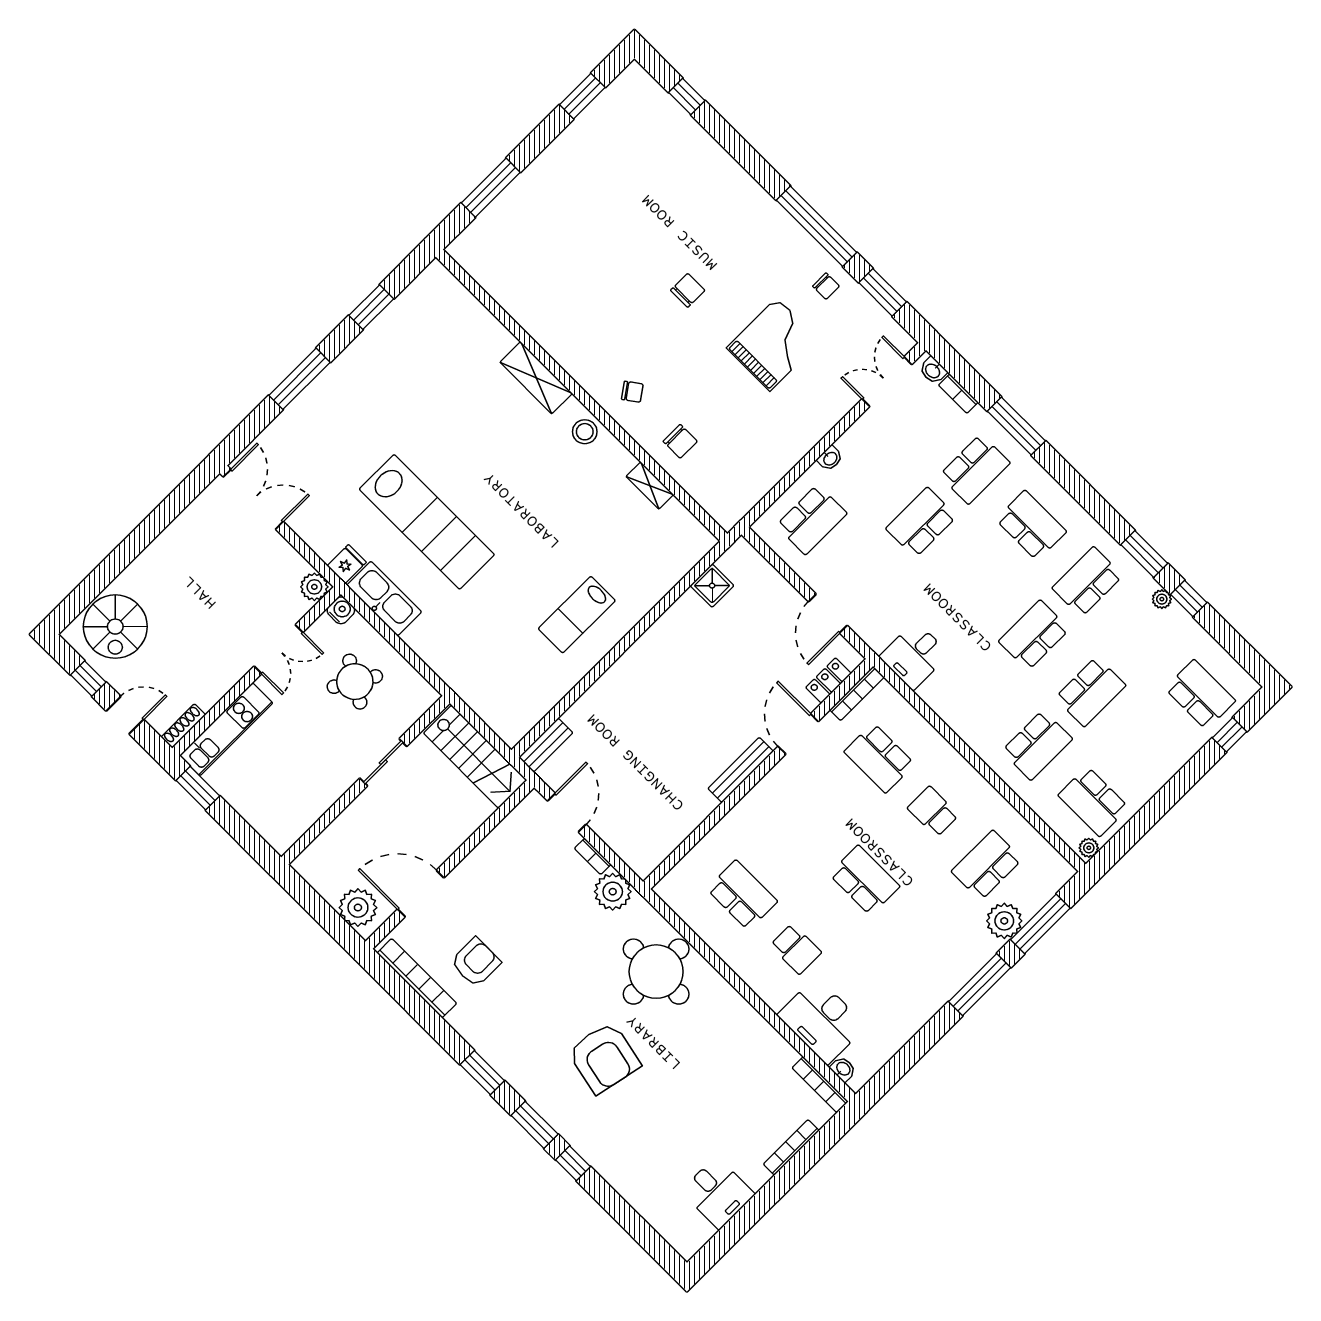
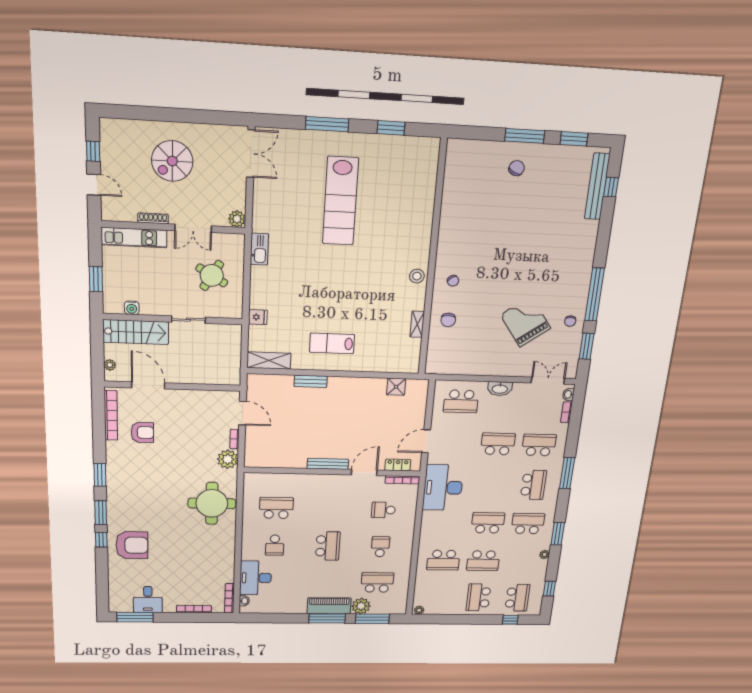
bench: (670, 113) -> (597, 186), added
window: (491, 188) -> (525, 136), moved
chair: (688, 290) -> (517, 168), moved, turned -66
grand piano: (773, 344) -> (525, 321), turned -126
shelving: (536, 378) -> (269, 361), moved, turned 90
window: (1016, 426) -> (567, 473), moved
washbasin: (830, 458) -> (500, 389), width x1.91, depth x1.45
school desk: (975, 469) -> (539, 445), turned 180
lab bench: (427, 522) -> (340, 201), moved
fridge: (347, 564) -> (258, 317), moved
kitchen sink: (384, 599) -> (259, 249), width x0.73, depth x0.81
window: (1189, 599) -> (549, 589), moved
water cooler: (341, 610) -> (132, 308), moved, turned 90
spiral stairs: (115, 627) -> (172, 161), moved
desk: (914, 655) -> (443, 488), width x1.87, depth x1.30
shoe rack: (183, 726) -> (153, 218), moved
bench: (546, 745) -> (311, 381), moved
stairs: (475, 757) -> (136, 332), moved, turned -90
school desk: (879, 758) -> (383, 510), width x0.54
window: (198, 788) -> (96, 279), moved
school desk: (1093, 801) -> (478, 597), moved
door: (567, 813) -> (242, 413), hinge flipped
school desk: (742, 895) -> (276, 508), turned -90
plant: (358, 908) -> (110, 365), width x0.53, depth x0.53
piano: (962, 964) -> (329, 606), added
armchair: (604, 1058) -> (132, 545), moved, turned -102
window: (728, 1236) -> (135, 617), added

